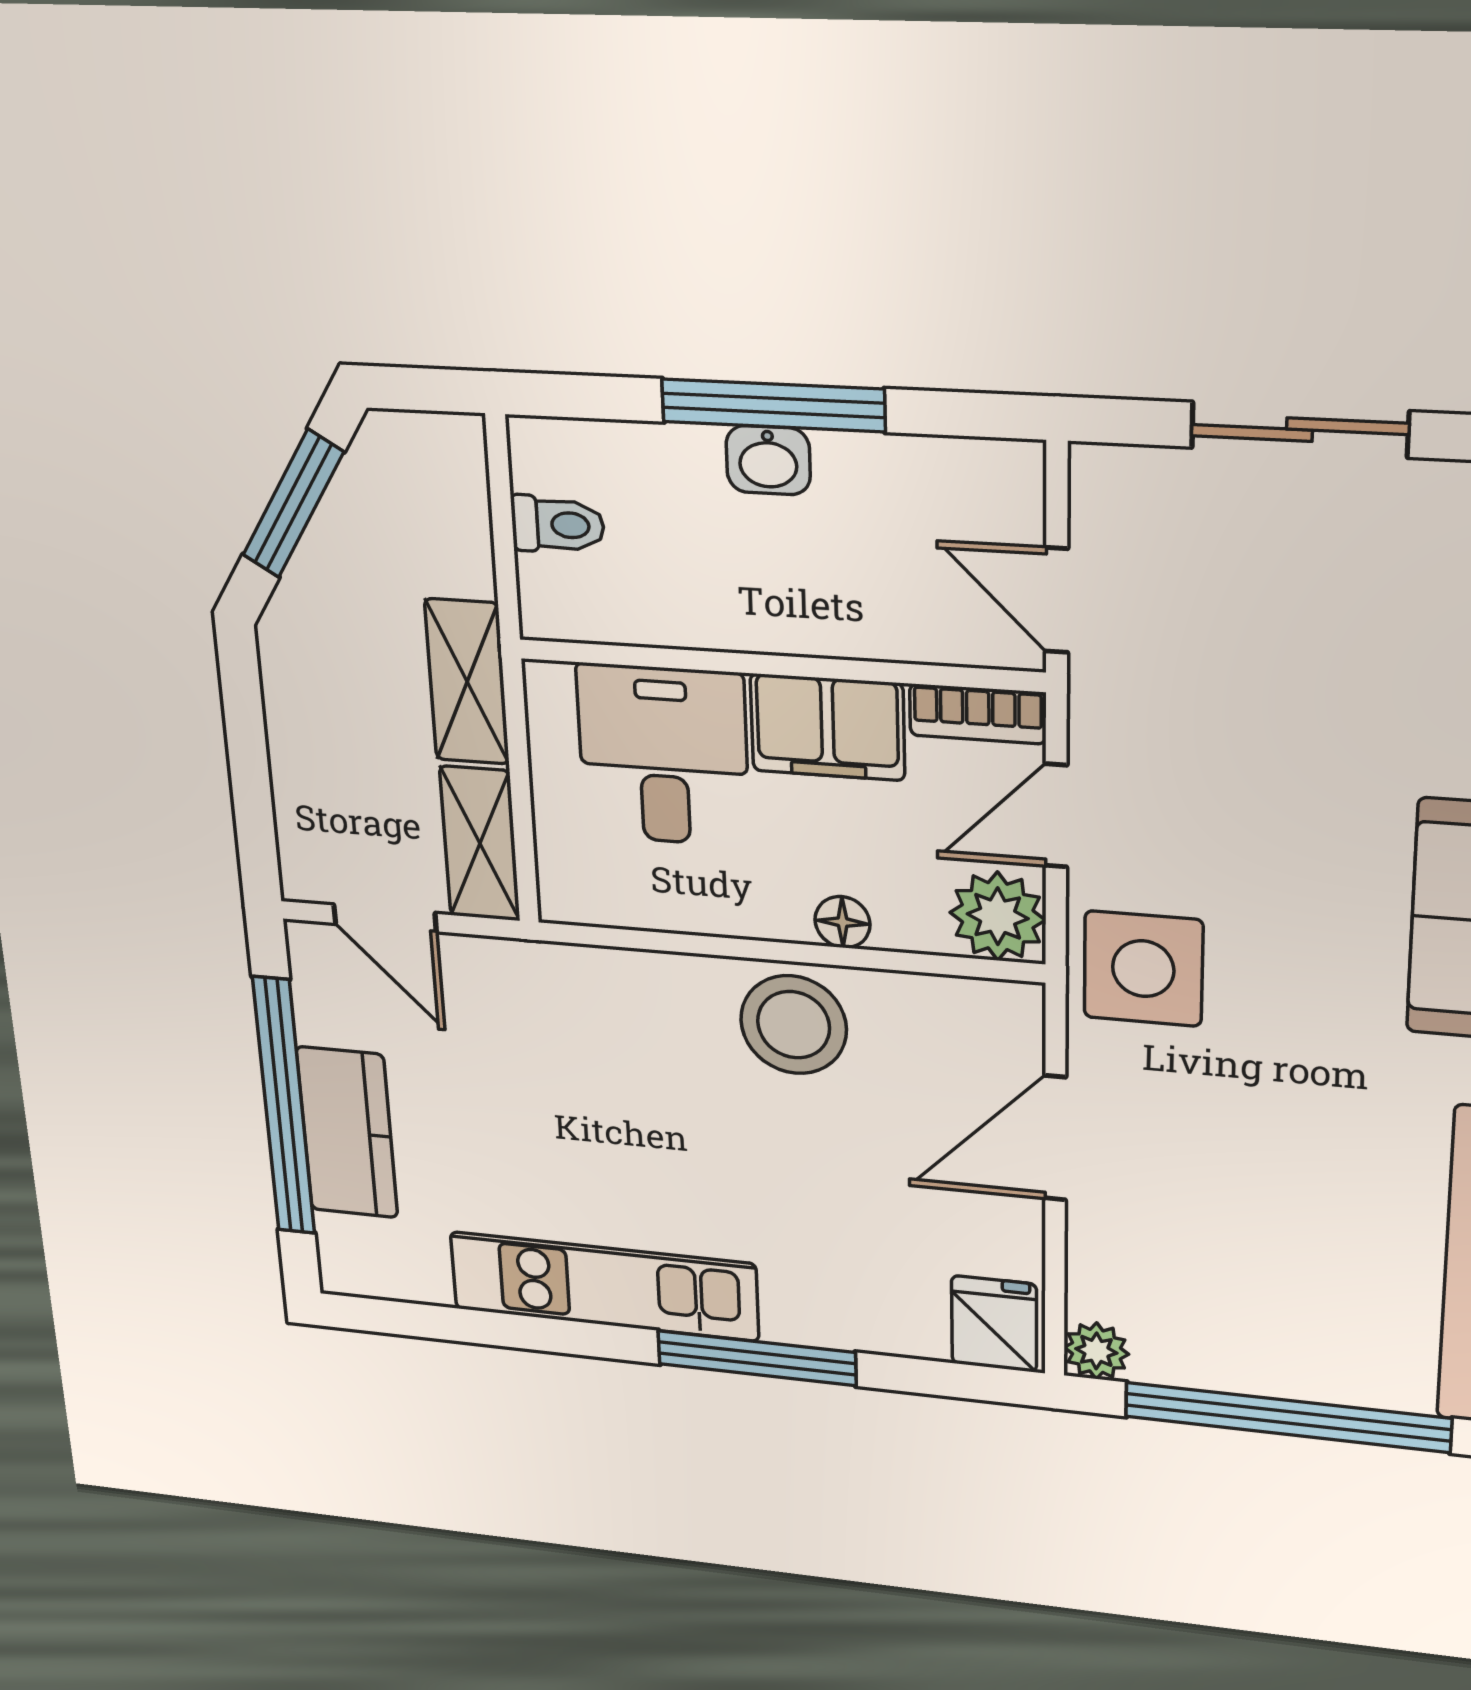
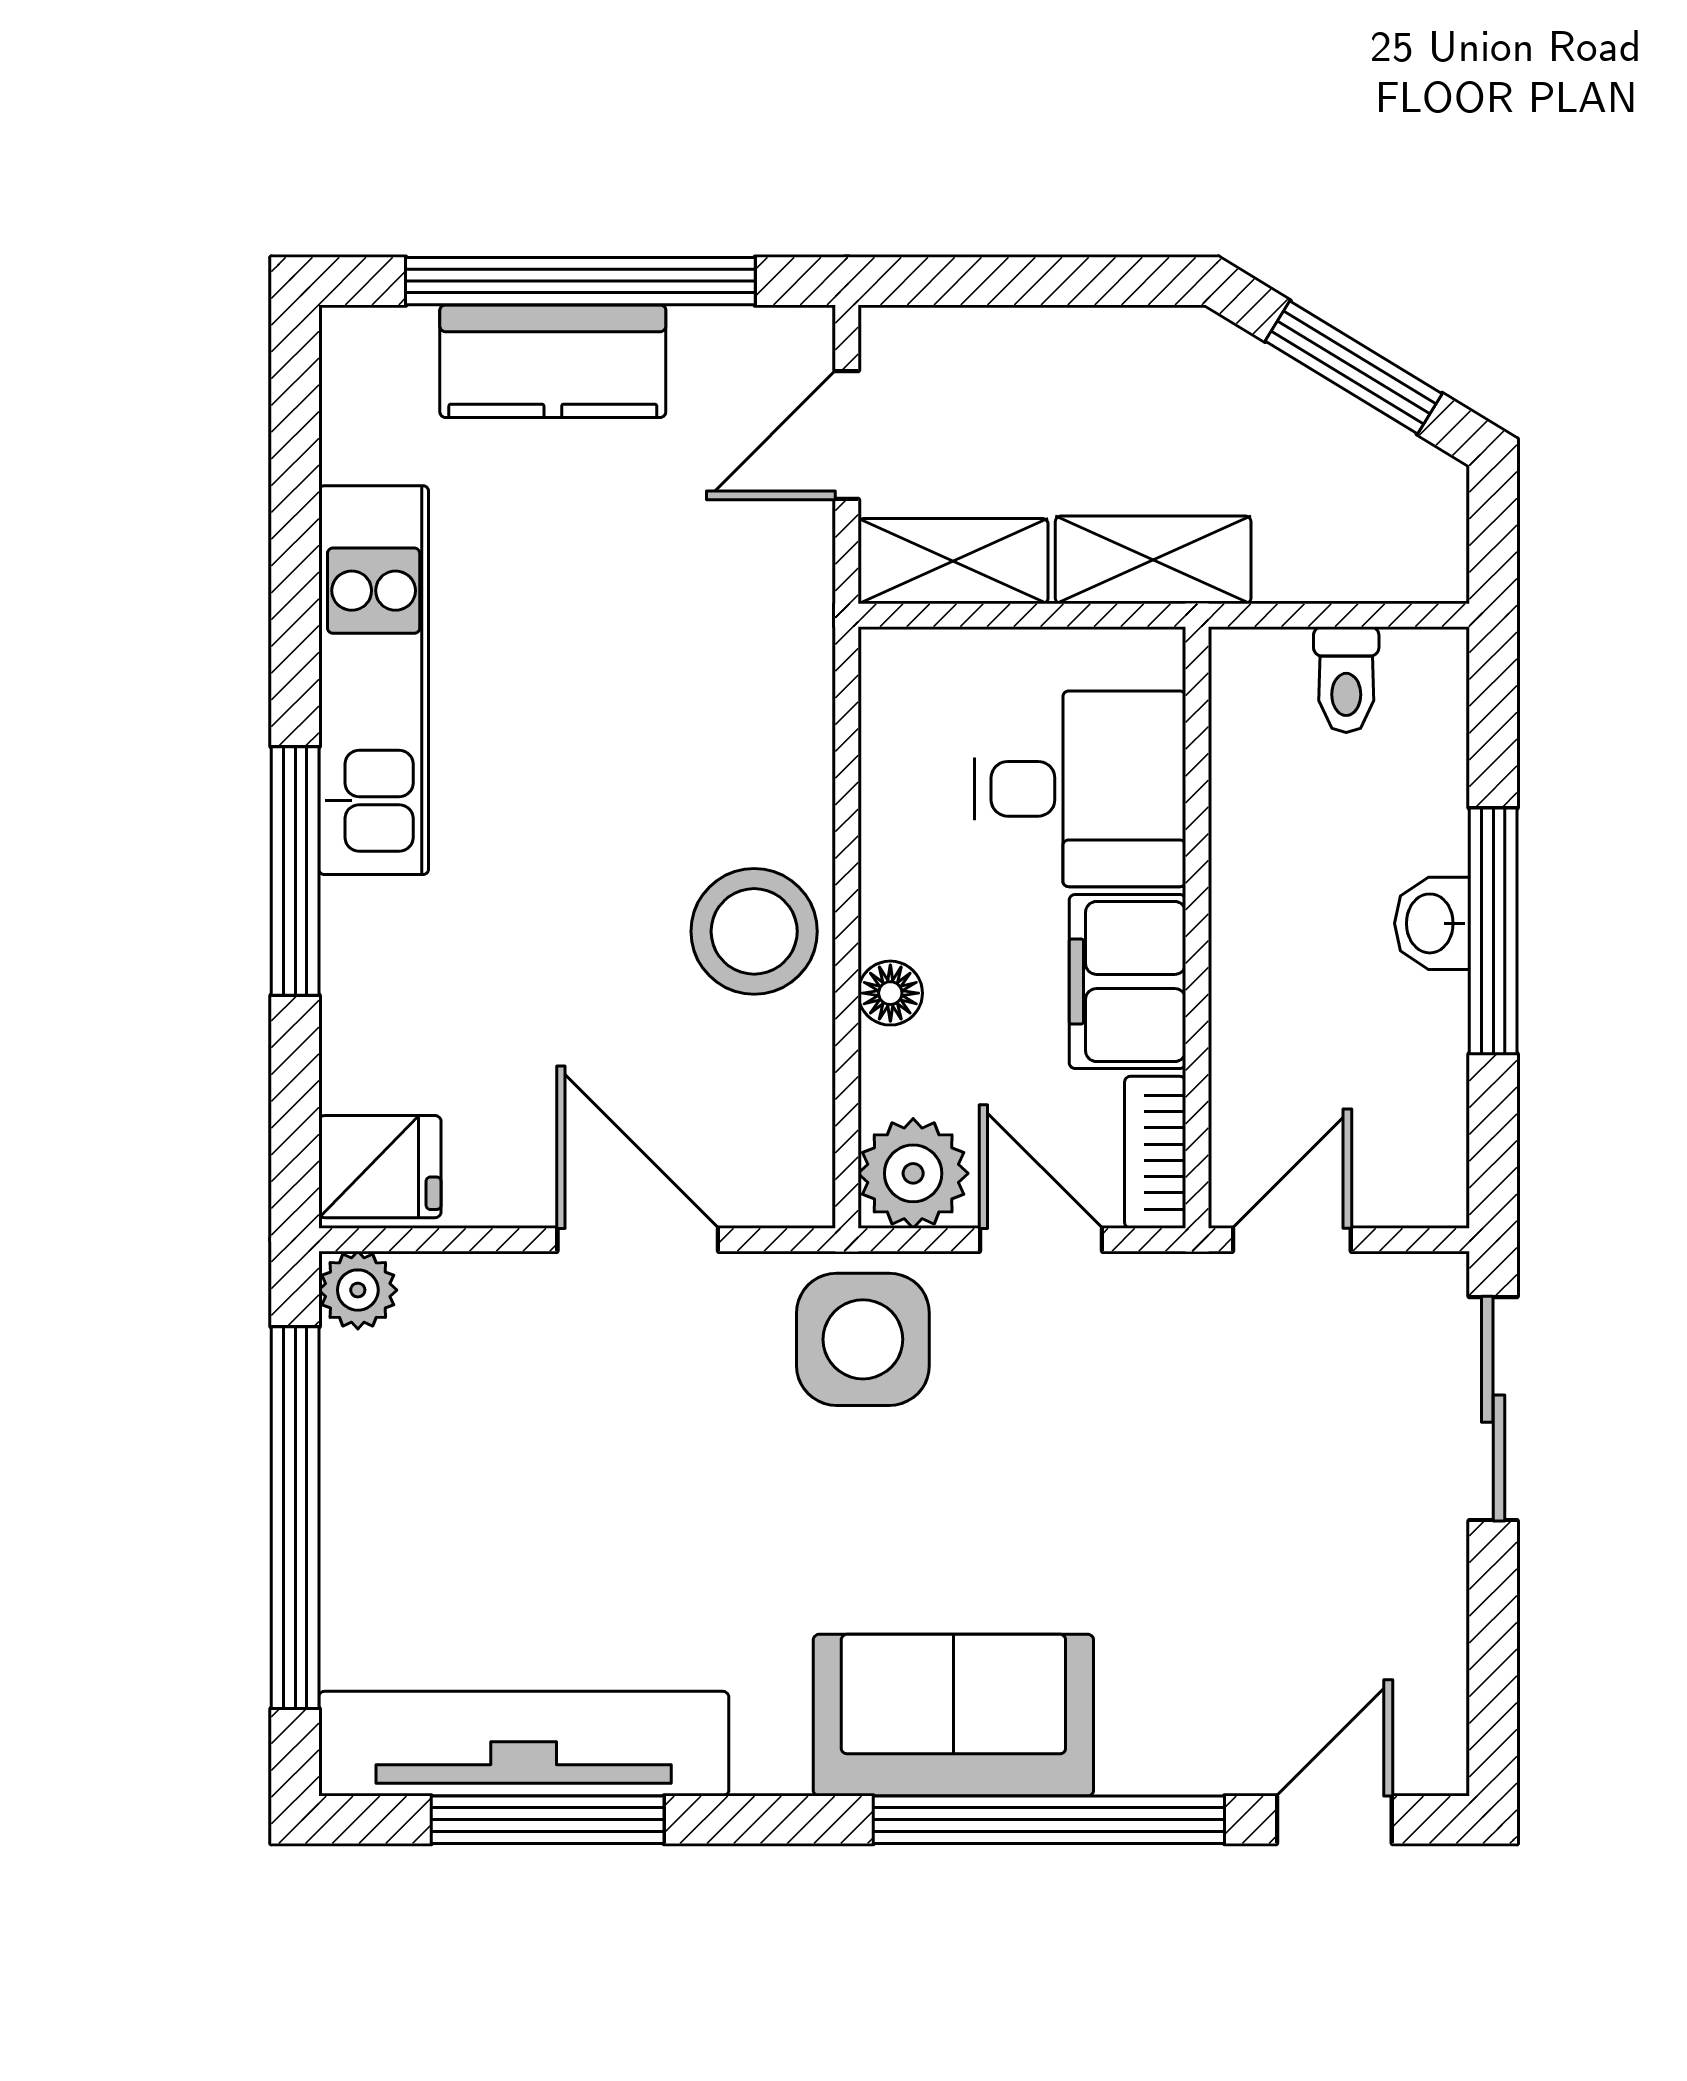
sliding door: (1299, 430) -> (1493, 1409), moved

